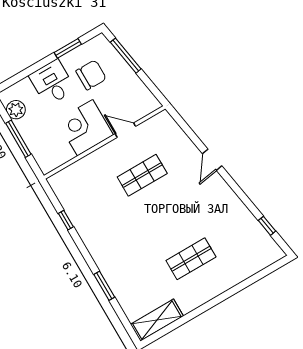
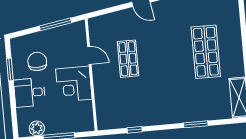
window: (126, 56) -> (55, 24), moved
door: (125, 130) -> (89, 55), swing flipped
shop shelf: (191, 259) -> (206, 52), width x1.43, depth x1.36

